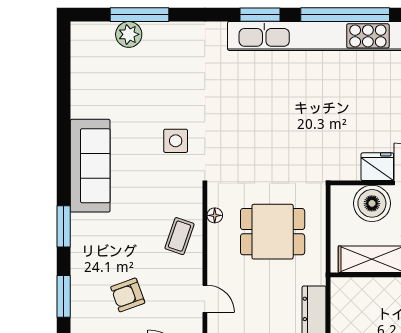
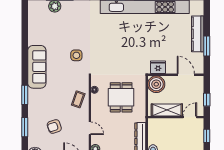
fridge: (377, 167) -> (158, 67), moved
boiler: (372, 203) -> (156, 84), moved
dining table: (273, 232) -> (121, 97), turned 90

